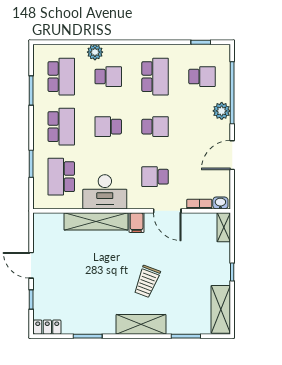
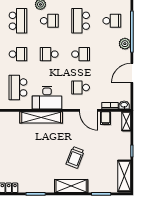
school desk: (155, 77) -> (81, 21), turned 180
school desk: (61, 127) -> (18, 54), width x0.54
filing cabinet: (137, 223) -> (106, 118), moved

